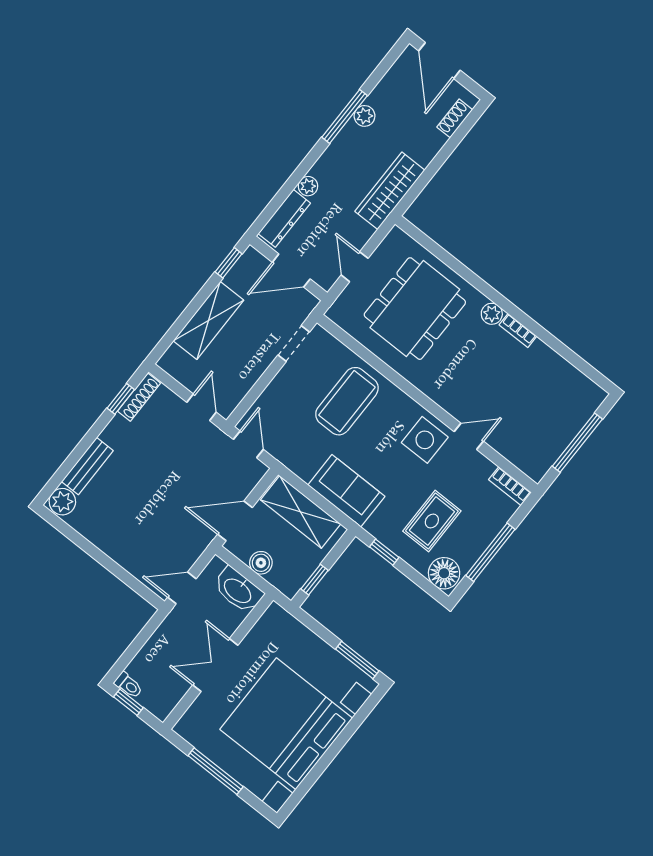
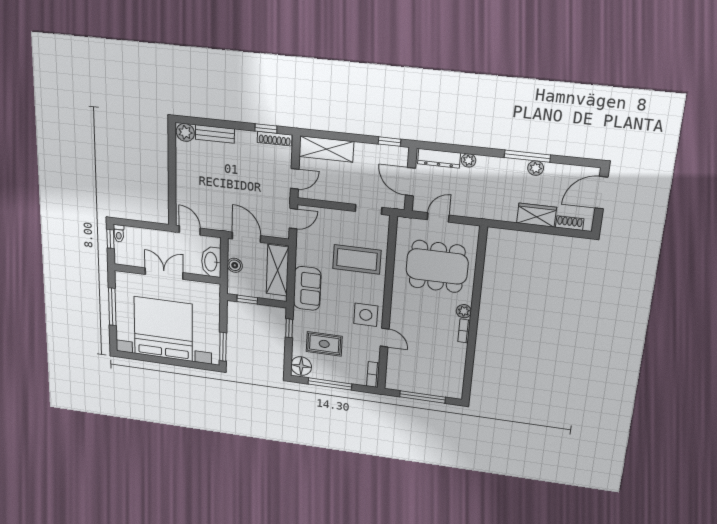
wardrobe: (390, 191) -> (537, 215), moved, width x0.67
shelving: (209, 320) -> (326, 149), moved

